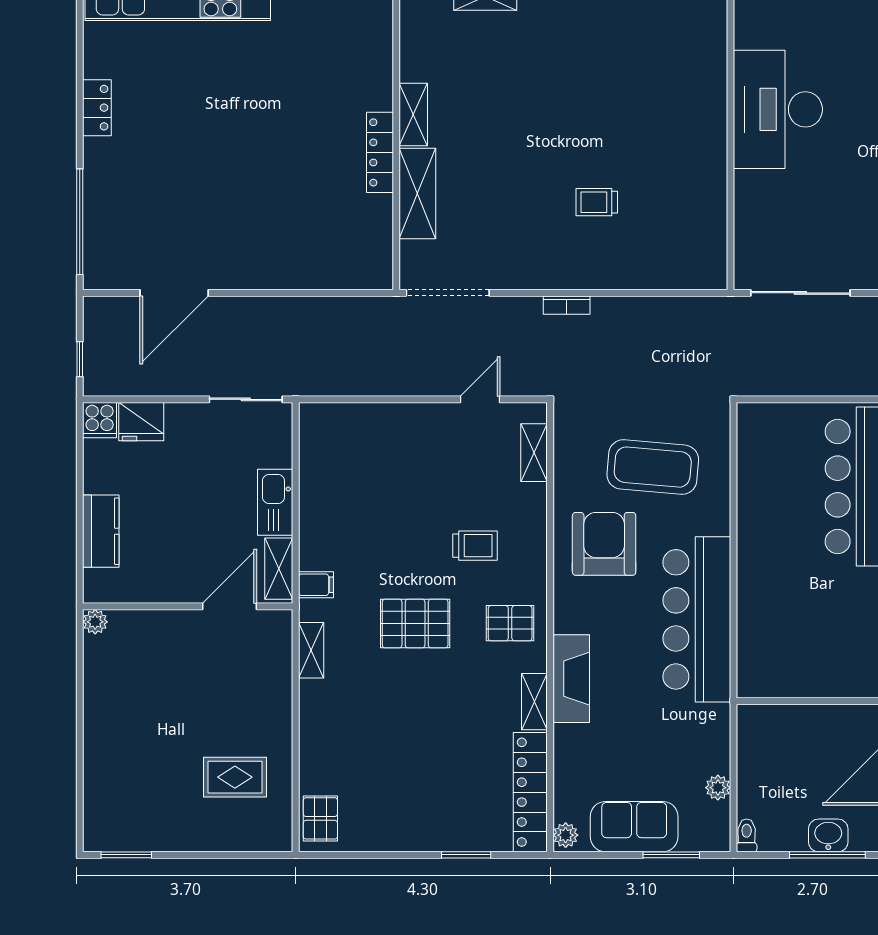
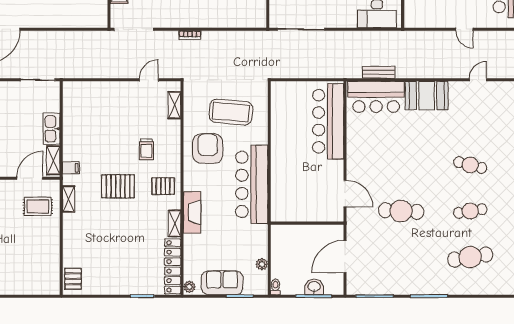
trolley: (475, 546) -> (146, 149), turned 90
rug: (235, 777) -> (38, 206), moved

